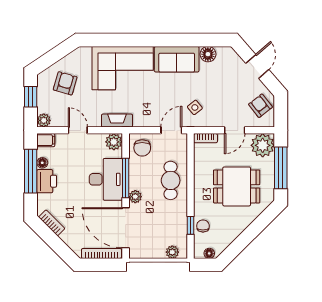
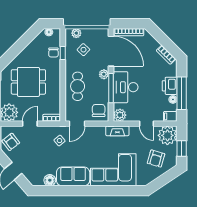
plant: (44, 120) -> (167, 135), width x1.87, depth x1.87
side table: (163, 230) -> (83, 50), added

